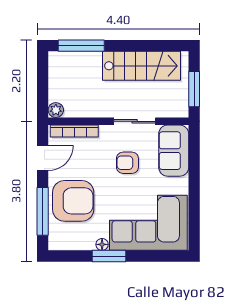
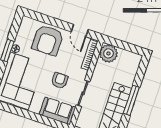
window: (81, 46) -> (131, 100), moved
plant: (56, 110) -> (108, 53), width x1.88, depth x1.88
window: (43, 211) -> (48, 20), removed

